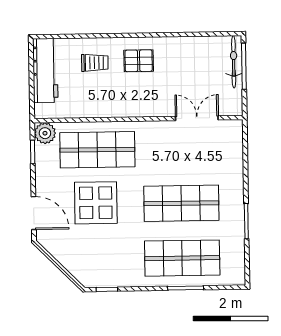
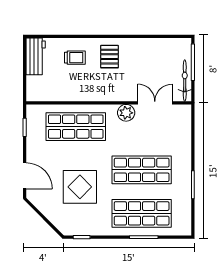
pallet: (139, 61) -> (110, 57), turned 90
bicycle: (234, 62) -> (185, 81), moved
workbench: (45, 71) -> (36, 56), width x0.73
plant: (45, 133) -> (126, 113), moved
display table: (96, 203) -> (80, 187), moved

